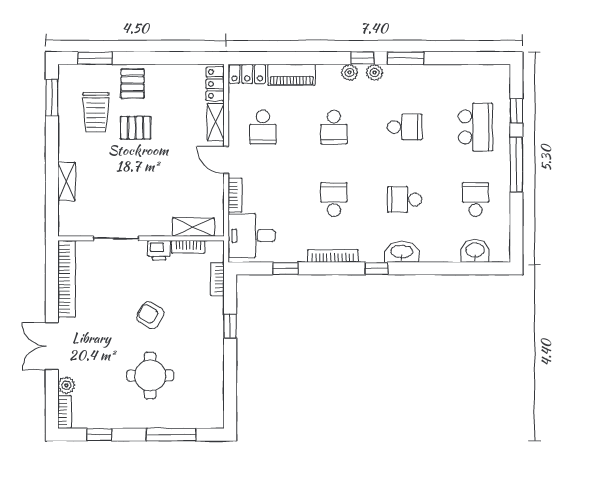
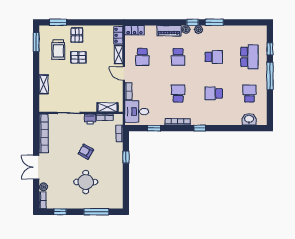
piano: (292, 75) -> (169, 31), moved
washbasin: (402, 252) -> (212, 120), removed

